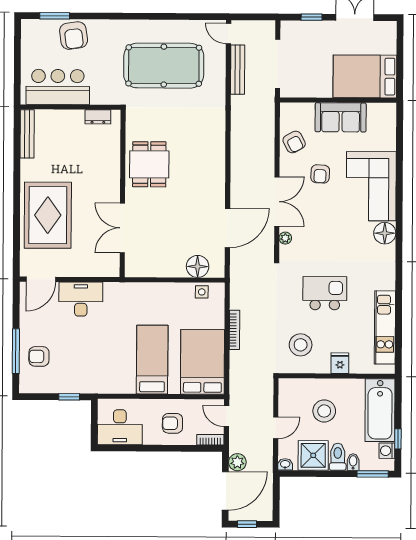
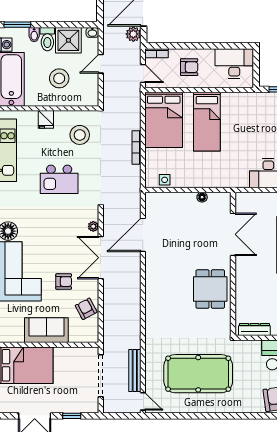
dresser: (98, 117) -> (254, 329), width x1.44
armchair: (320, 174) -> (64, 282), turned 87
floor lamp: (198, 266) -> (202, 197), moved, width x0.53, depth x0.53

